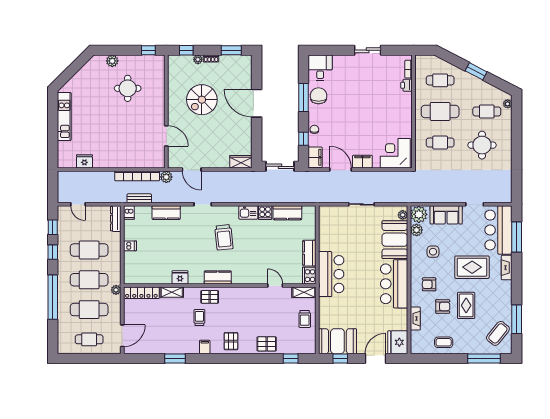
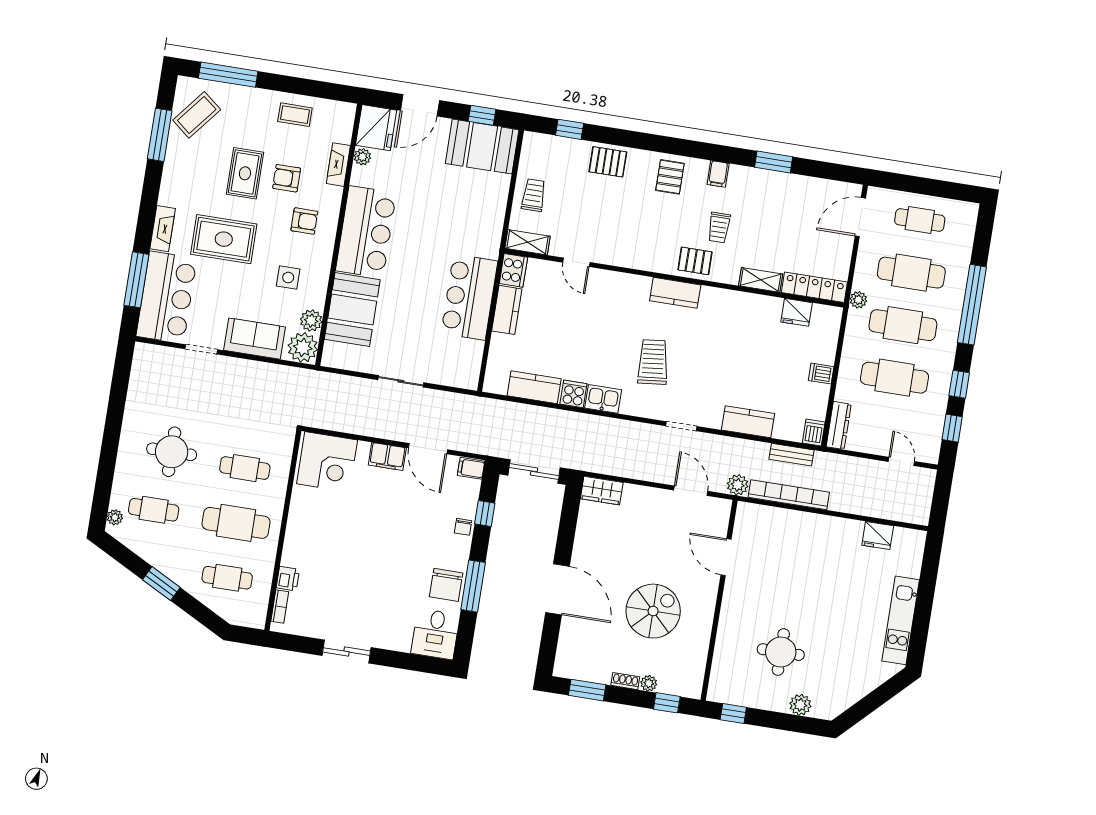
filing cabinet: (315, 157) -> (471, 468), width x0.50
plant: (403, 215) -> (362, 157), moved
bar counter: (331, 274) -> (469, 297), moved
fridge: (180, 277) -> (797, 312), moved

